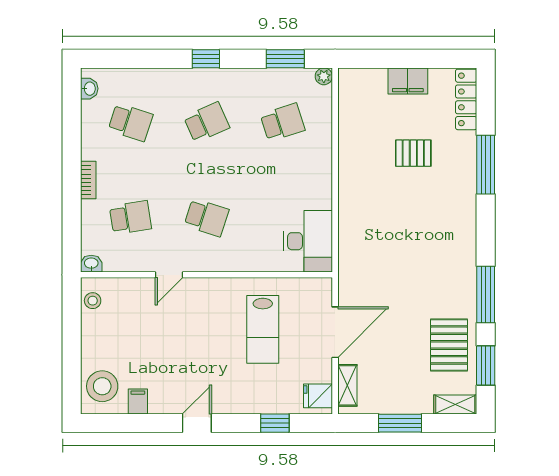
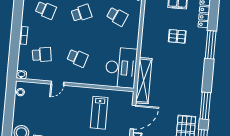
school desk: (283, 122) -> (117, 16), turned 42
desk: (308, 241) -> (121, 68), width x1.36, depth x1.30
shelving: (351, 253) -> (144, 81), added

